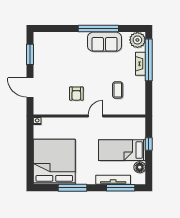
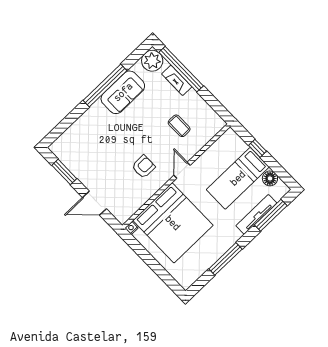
armchair: (76, 94) -> (143, 167), turned -90
bed: (54, 162) -> (173, 223), moved, turned 180

